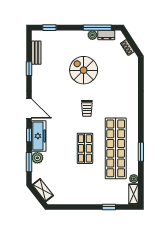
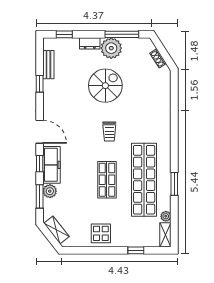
plant: (92, 35) -> (111, 48), width x1.88, depth x1.88
dresser: (106, 35) -> (90, 43), moved
spiral stairs: (84, 70) -> (105, 86), turned 90
display table: (80, 193) -> (101, 233), added

